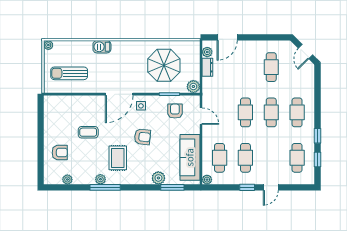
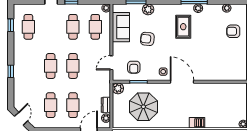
sun lounger: (69, 73) -> (225, 100), removed
door: (119, 94) -> (182, 82), hinge flipped
cafe table: (297, 112) -> (73, 105), moved
door: (201, 116) -> (111, 63), hinge flipped
coffee table: (88, 132) -> (209, 49), removed
window: (317, 136) -> (11, 71), moved
armchair: (142, 137) -> (147, 39), moved
sofa: (190, 157) -> (121, 27), width x0.73

